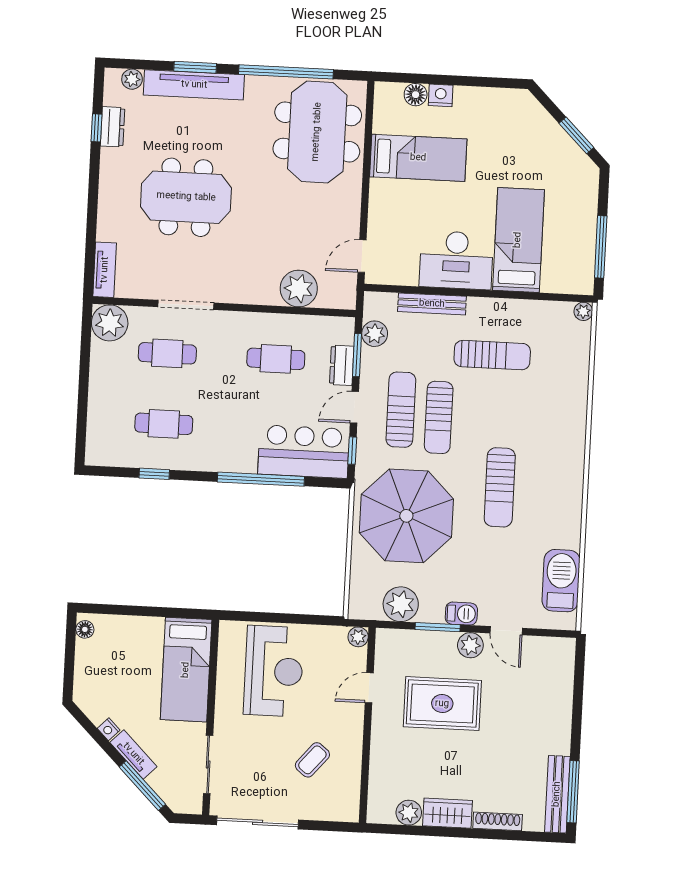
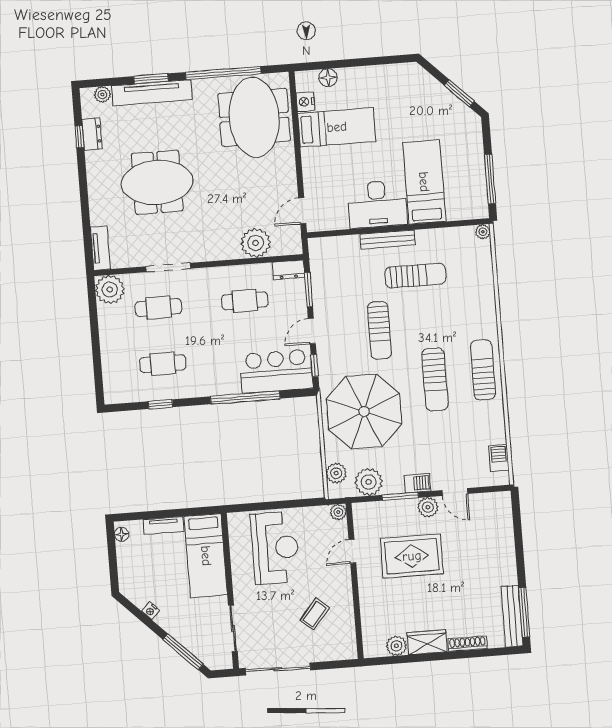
nightstand: (441, 95) -> (305, 102), moved, turned -90
bench: (432, 304) -> (388, 239), moved
plant: (375, 334) -> (336, 473), moved
dresser: (342, 365) -> (288, 270), moved, turned -90
sun lounger: (401, 410) -> (483, 370), moved
barbecue: (561, 581) -> (499, 458), width x0.53, depth x0.65
tv unit: (133, 754) -> (163, 525), moved, turned 135

